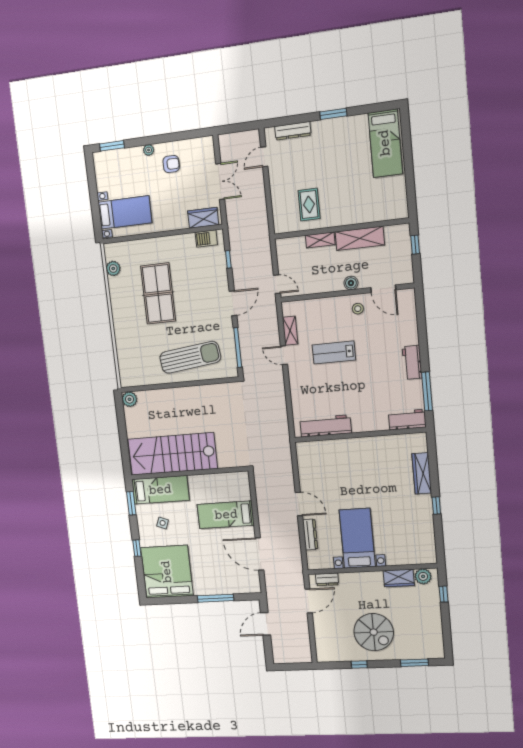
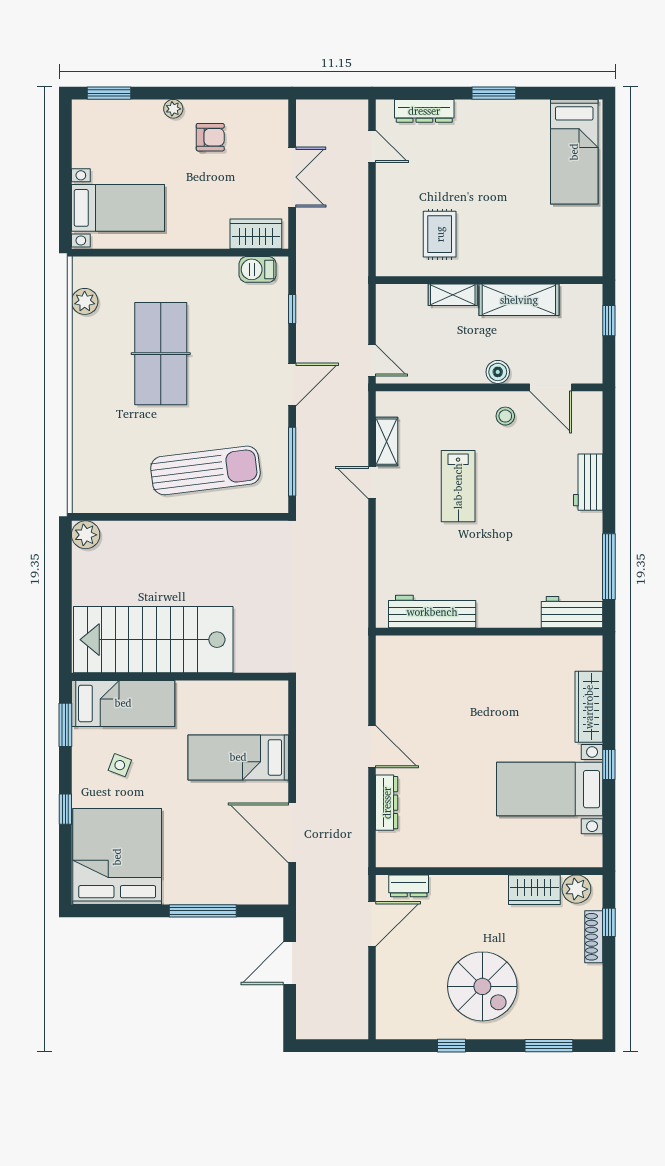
door: (264, 157) -> (372, 146), swing flipped
lab bench: (334, 352) -> (458, 486), turned -90
workbench: (412, 362) -> (588, 482), moved
bed with nightstands: (357, 538) -> (550, 789), moved, turned -90
shoe rack: (435, 602) -> (594, 937), added

